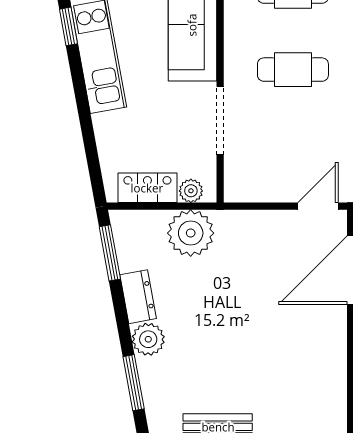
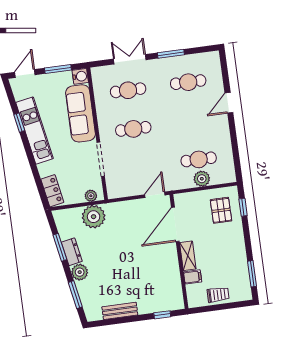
locker: (147, 188) -> (52, 191), moved, turned 80
window: (110, 253) -> (60, 247), moved

